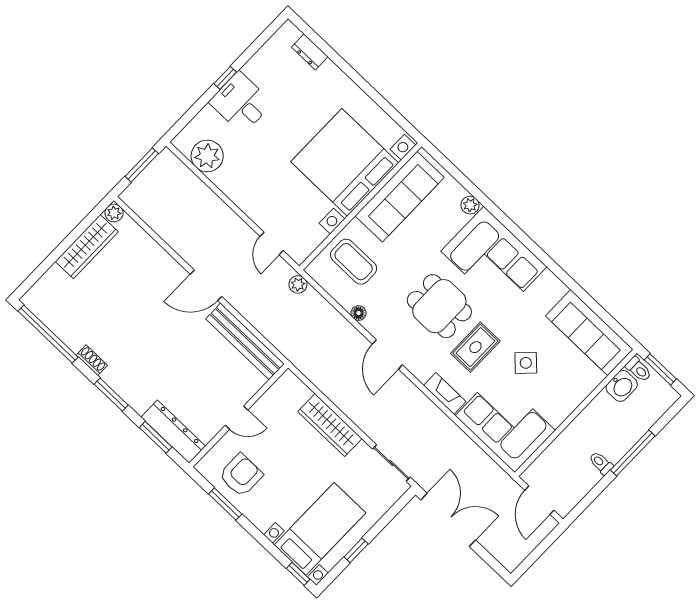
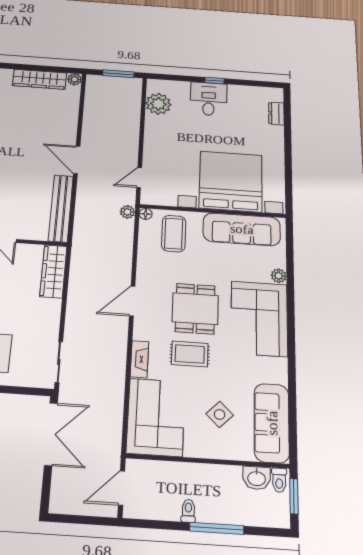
floor lamp: (359, 313) -> (146, 214), moved
side table: (526, 363) -> (220, 414), moved
wardrobe: (330, 425) -> (53, 271), moved

